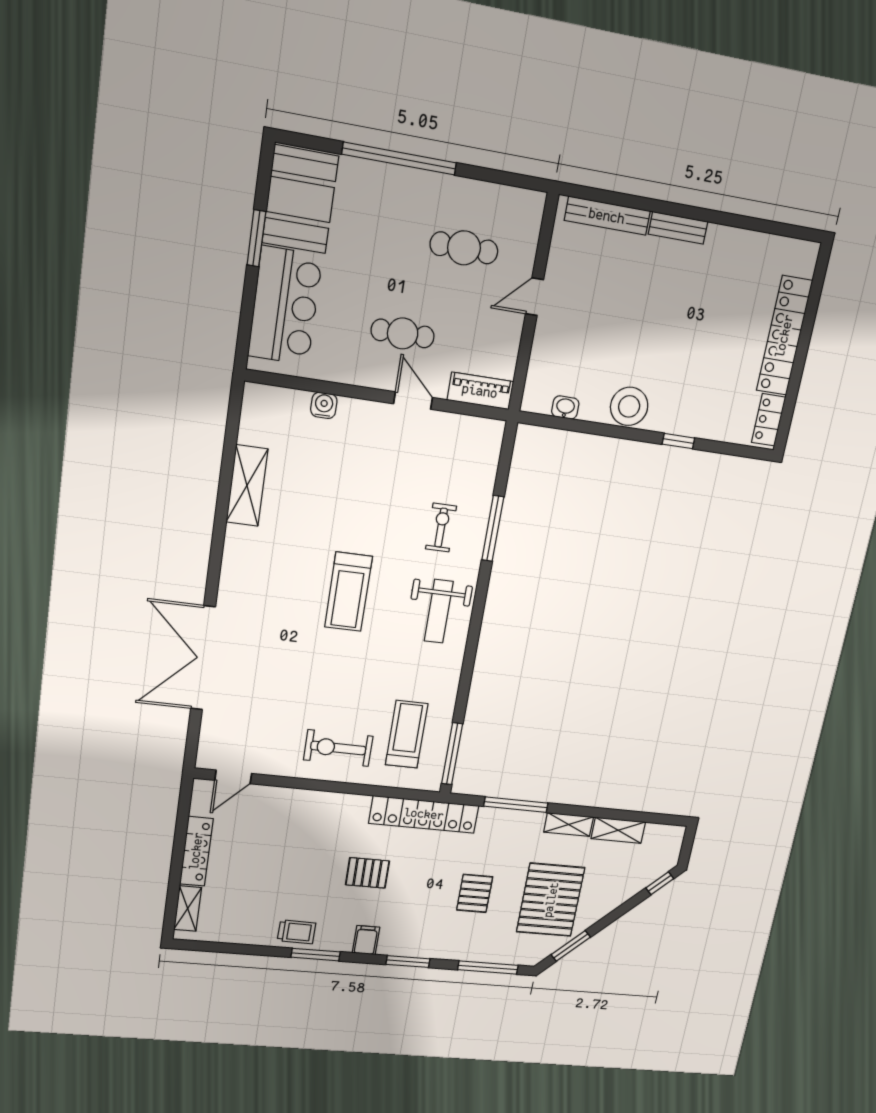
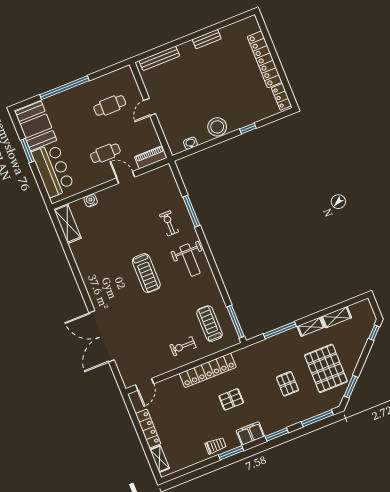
bench: (678, 228) -> (207, 39), moved
shelving: (247, 486) -> (67, 224), moved
exercise bike: (338, 748) -> (183, 346), width x0.73, depth x0.72
locker: (424, 814) -> (208, 370), moved
filing cabinet: (366, 940) -> (250, 433), width x2.00

